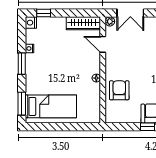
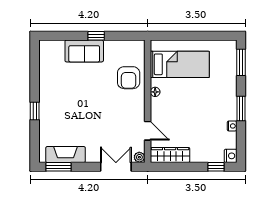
bed: (51, 106) -> (180, 64), moved, turned 180

